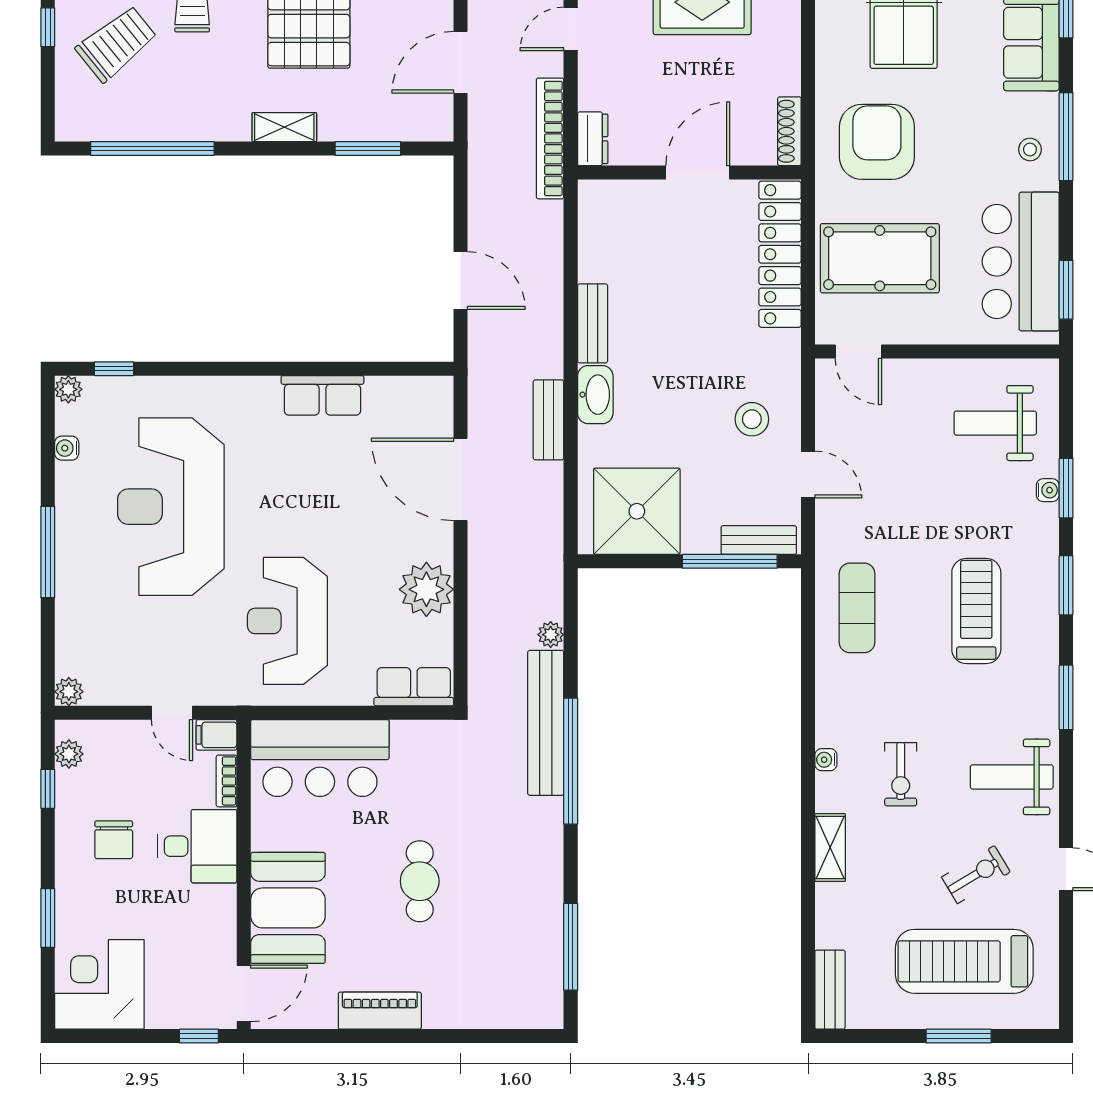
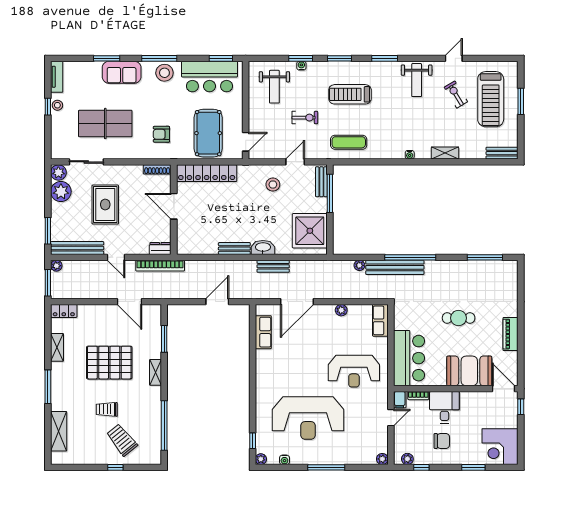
armchair: (877, 142) -> (161, 134), width x0.53, depth x0.53
stool: (1030, 149) -> (164, 73), width x1.89, depth x1.89
row of seats: (322, 395) -> (263, 332), moved
plant: (426, 589) -> (341, 310), width x0.53, depth x0.53
exercise bike: (901, 774) -> (305, 118), moved

